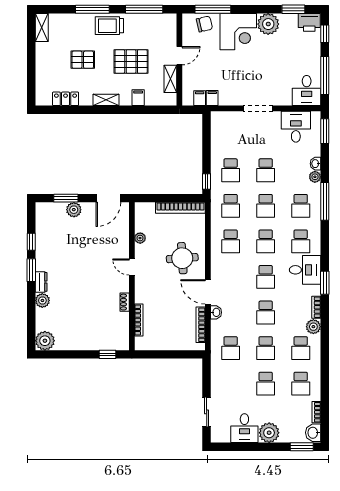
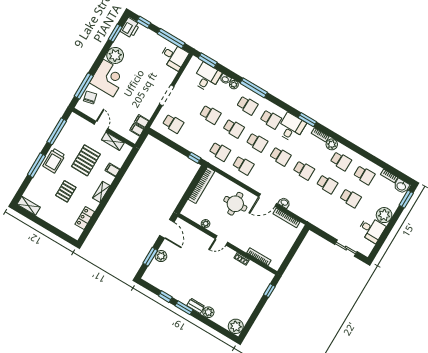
desk: (296, 127) -> (207, 77), moved, turned 90
school desk: (231, 170) -> (173, 124), moved
school desk: (231, 348) -> (313, 207), removed

